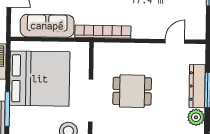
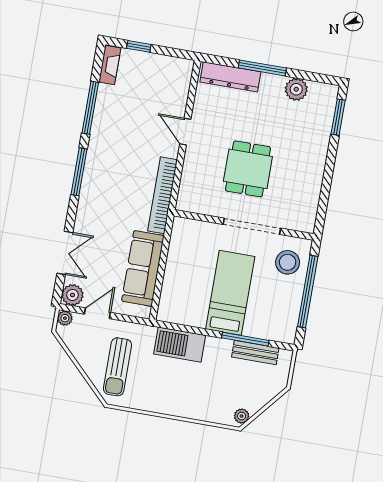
door: (175, 41) -> (185, 132), moved
bed: (40, 79) -> (230, 293), width x0.49
dresser: (197, 86) -> (230, 77), moved

